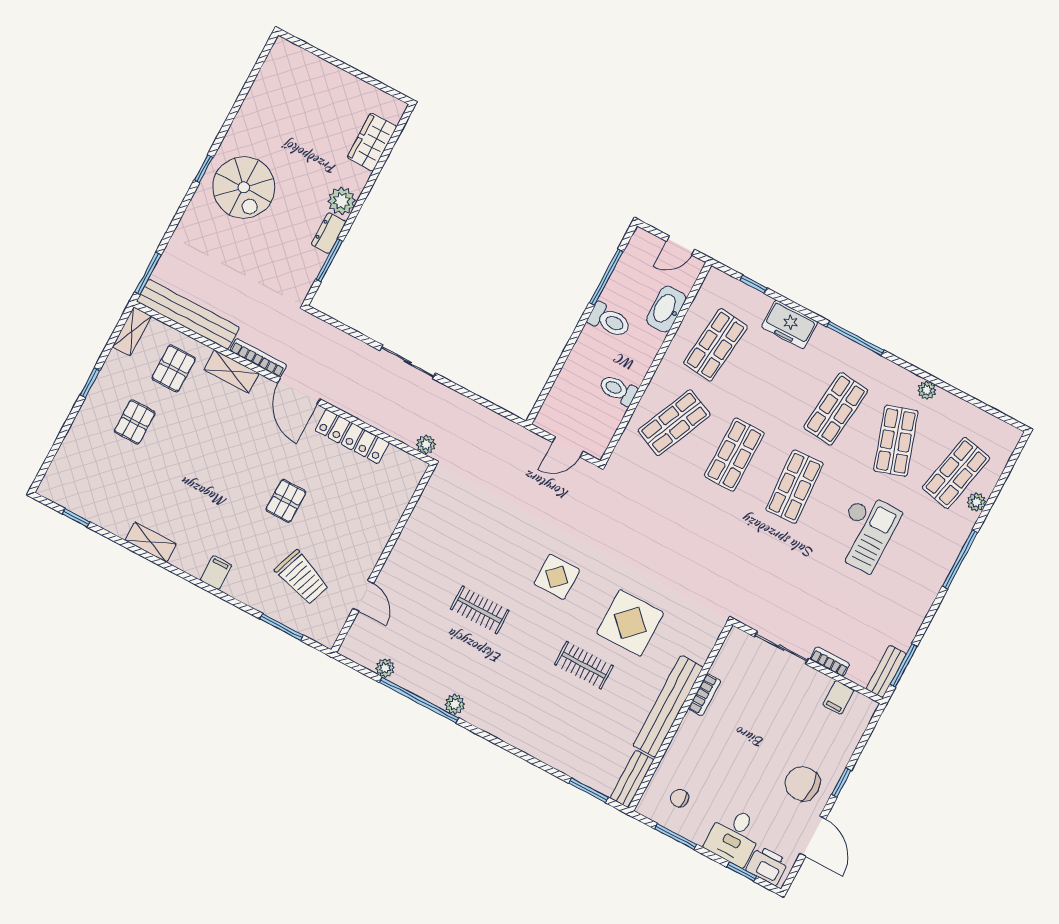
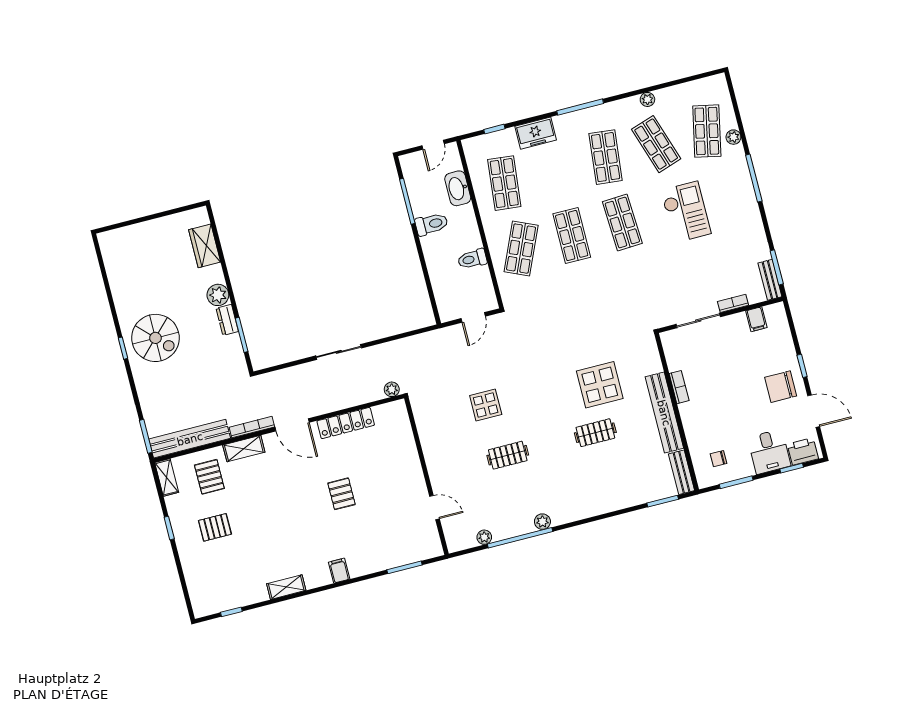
pallet: (135, 422) -> (215, 527), turned 90
display table: (557, 577) -> (486, 405), moved
trolley: (302, 578) -> (390, 529), removed

